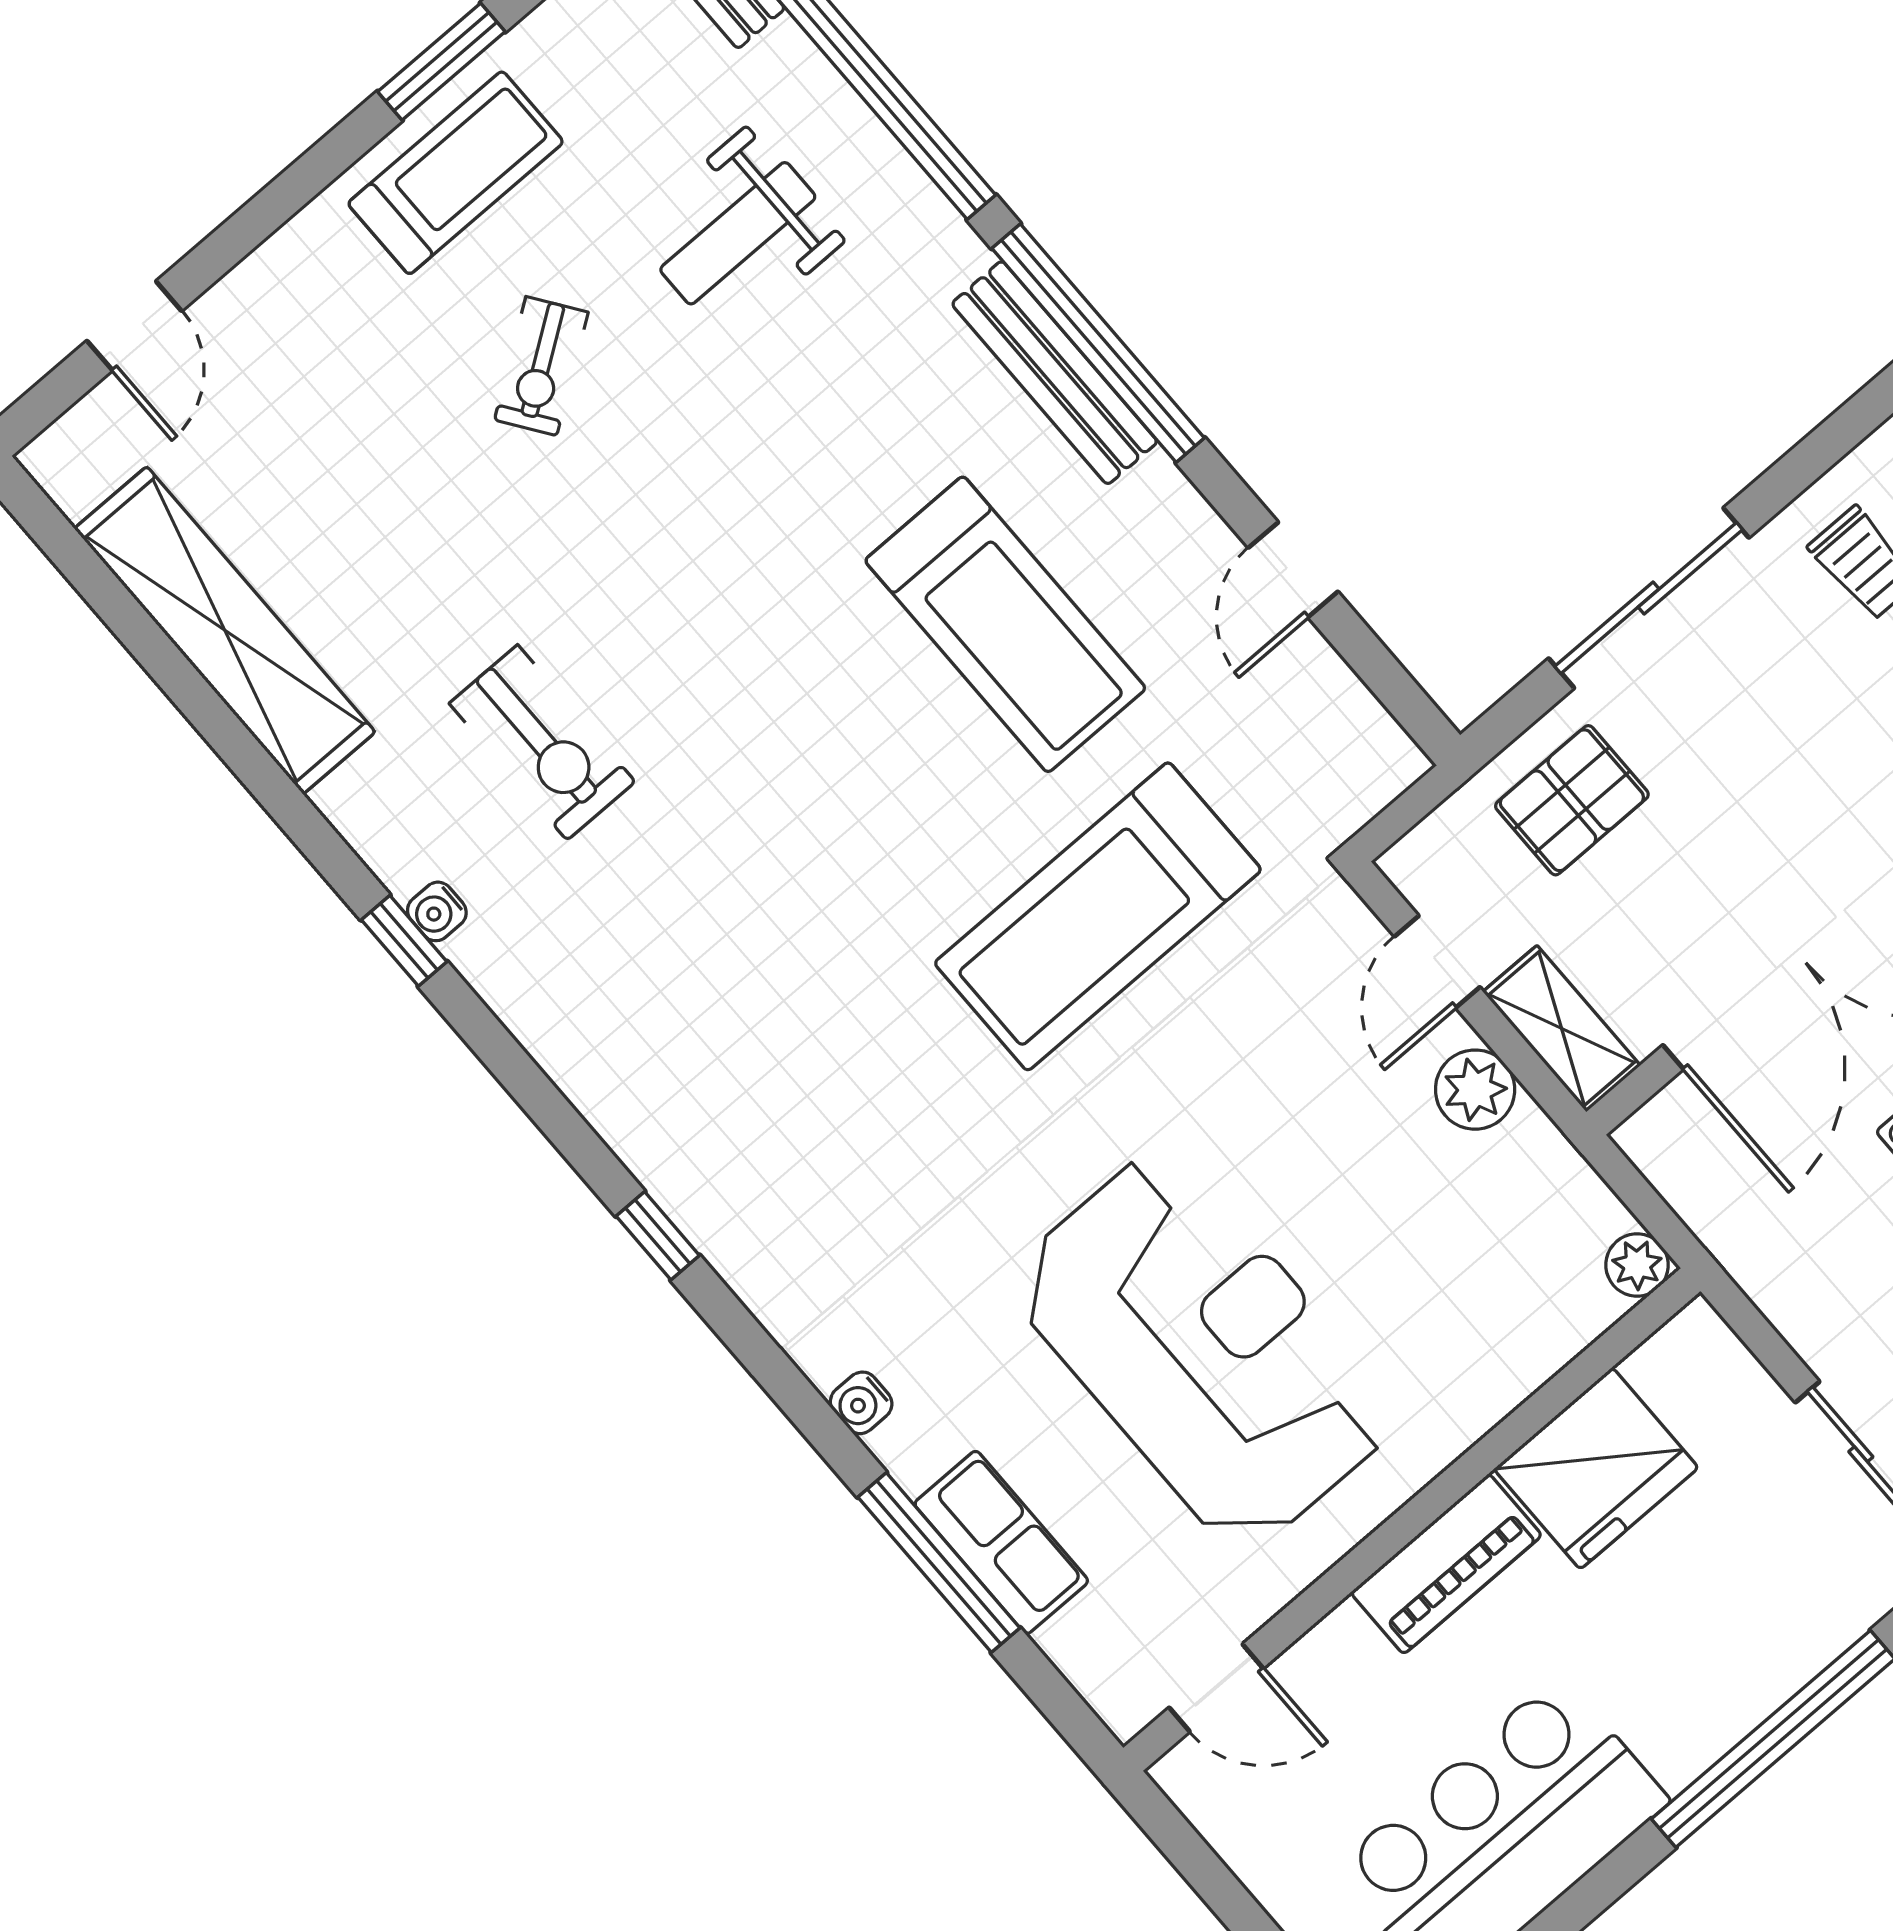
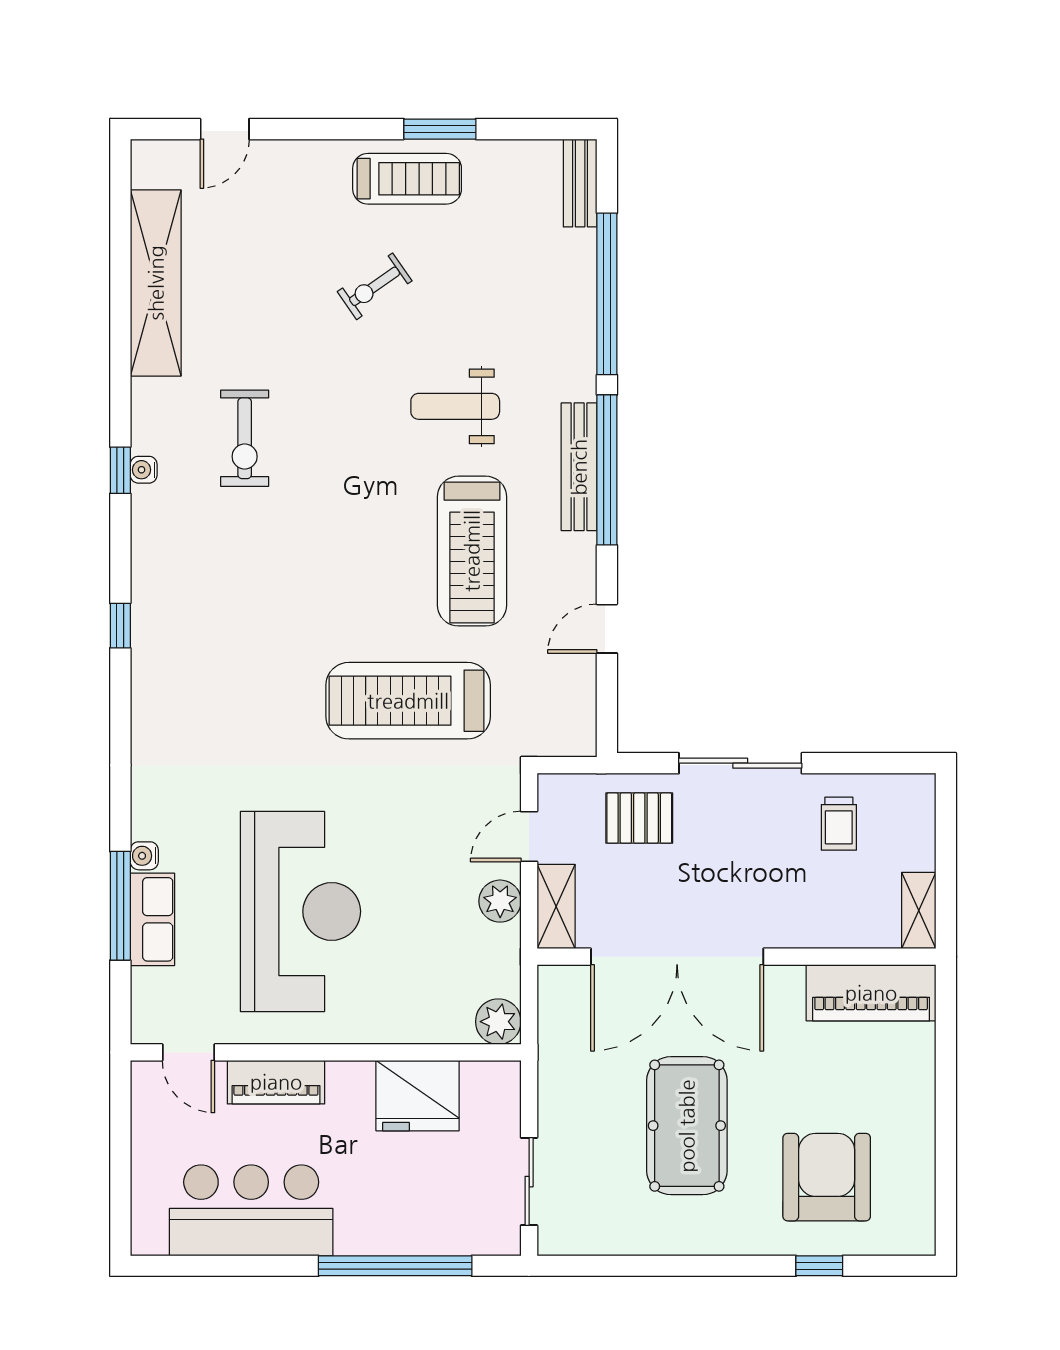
weight bench: (738, 233) -> (455, 406), moved
window: (658, 1236) -> (120, 626), moved
plant: (1637, 1265) -> (498, 1022), width x1.38, depth x1.38
water cooler: (861, 1403) -> (144, 856), moved
piano: (1446, 1564) -> (276, 1082), moved

